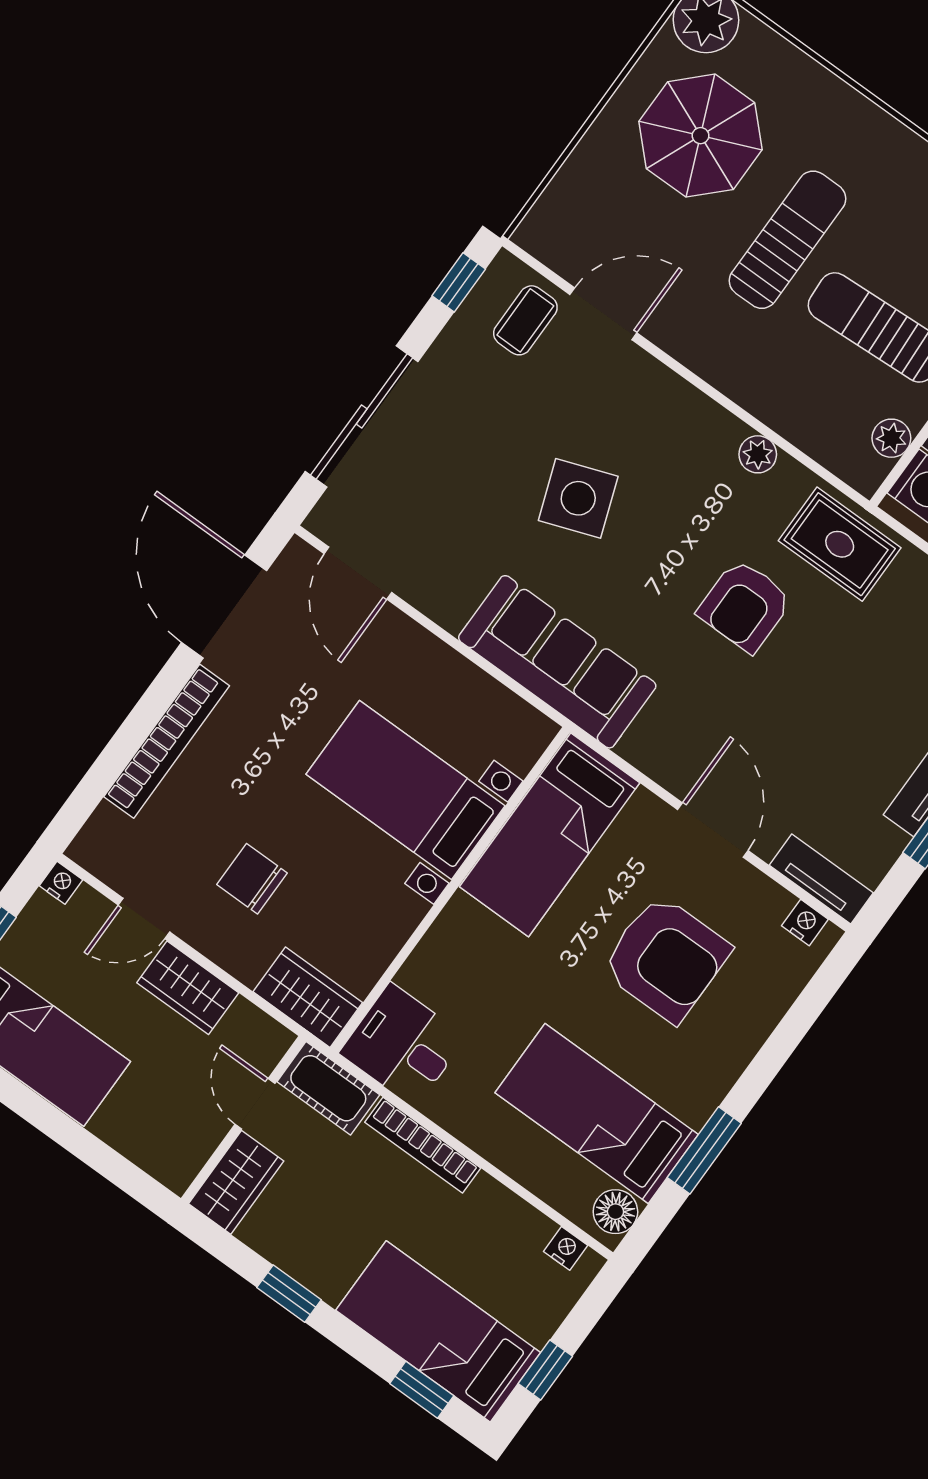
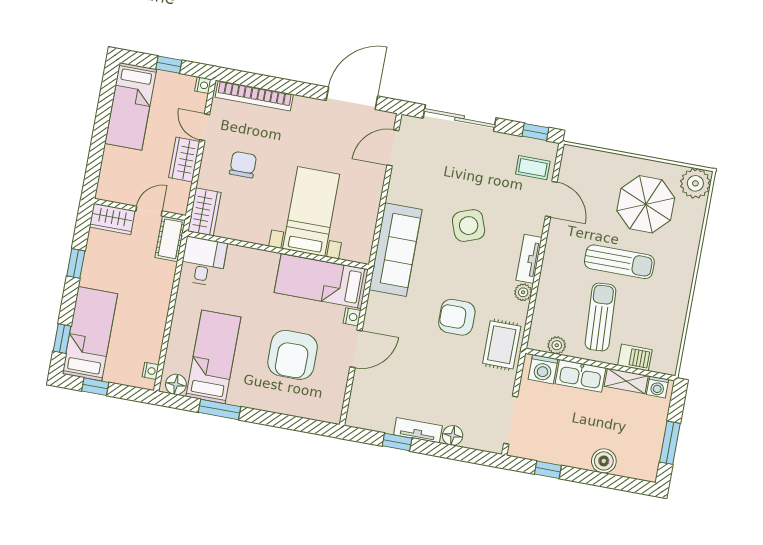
bookcase: (167, 741) -> (254, 96), moved
tv unit: (821, 879) -> (529, 259), moved, turned 180
nightstand: (805, 923) -> (352, 317), moved
bookcase: (423, 1145) -> (165, 290), removed

